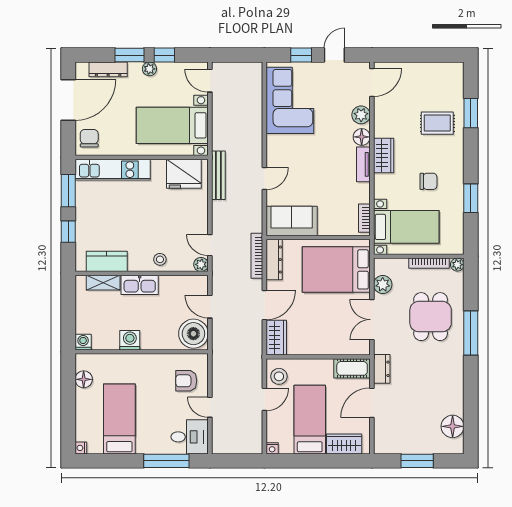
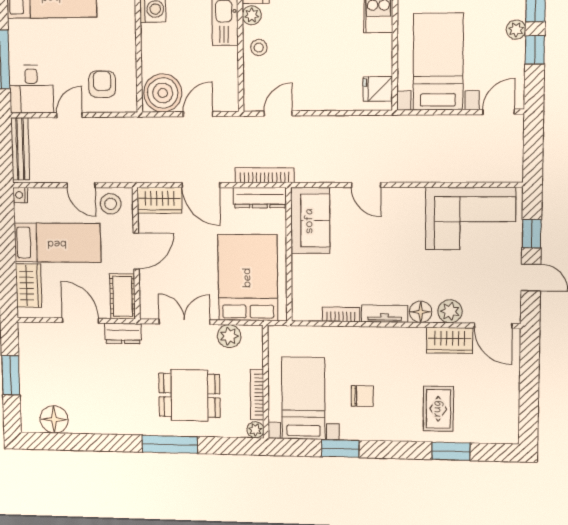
wardrobe: (384, 156) -> (450, 340), moved
fridge: (184, 174) -> (378, 89), width x0.53, depth x0.75
bench: (218, 175) -> (20, 149), moved, turned 90
chair: (428, 181) -> (362, 396), turned -90
bookcase: (364, 218) -> (341, 314), moved
bed with nightstands: (406, 227) -> (303, 398), moved, turned 180
plant: (201, 264) -> (252, 15), moved
door: (316, 357) -> (136, 251), added

